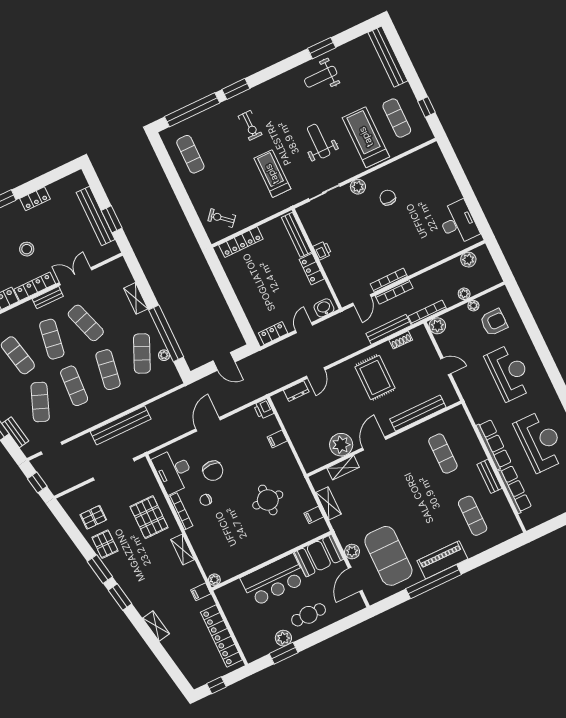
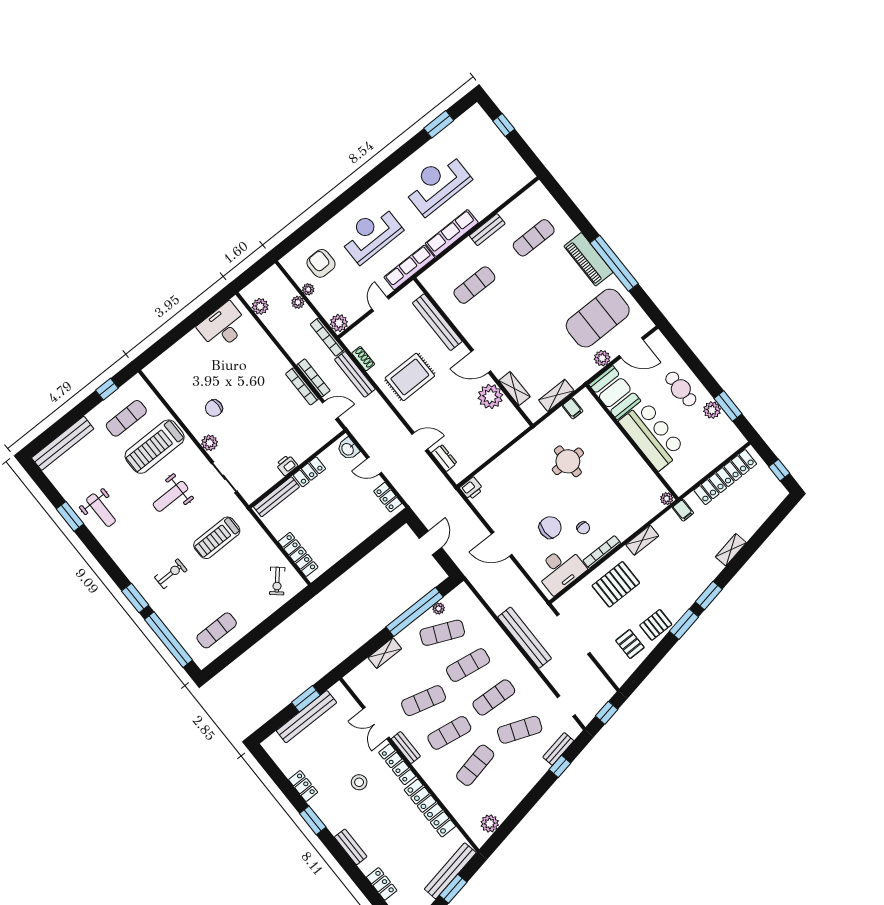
exercise mat: (86, 323) -> (424, 701), turned 33
filing cabinet: (277, 439) -> (500, 466), removed
row of seats: (515, 489) -> (409, 267), moved

